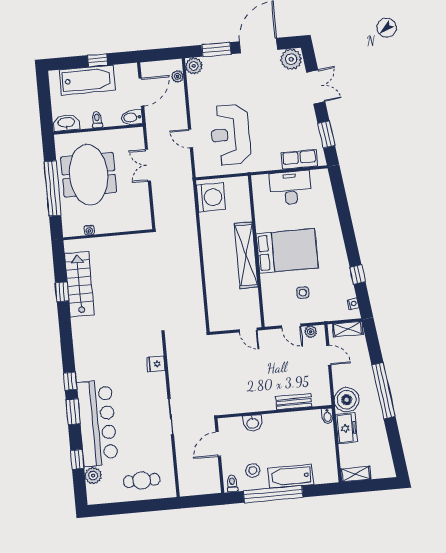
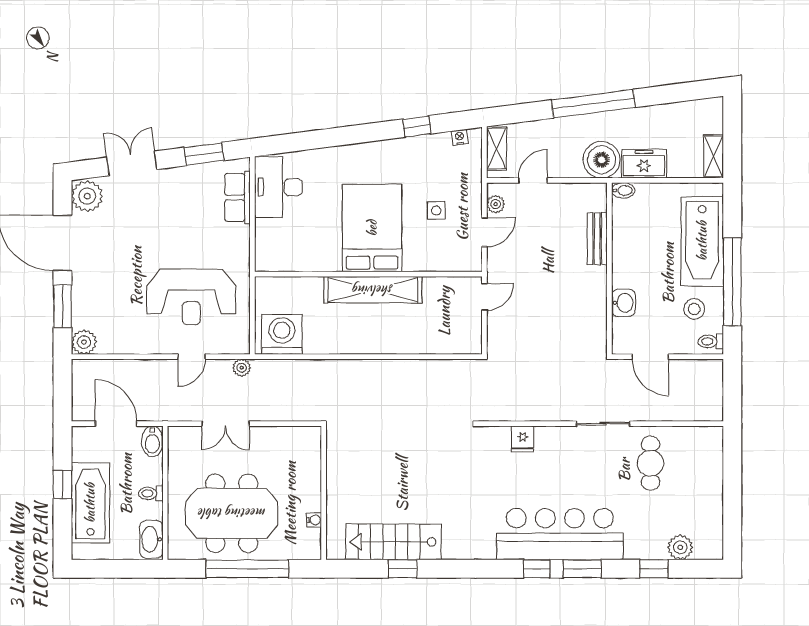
plant: (177, 76) -> (242, 368), moved
desk: (290, 188) -> (278, 187), moved
bar counter: (97, 423) -> (560, 534), moved
bathtub: (291, 476) -> (702, 241), width x1.36, depth x1.36
cafe table: (142, 480) -> (650, 463), moved

